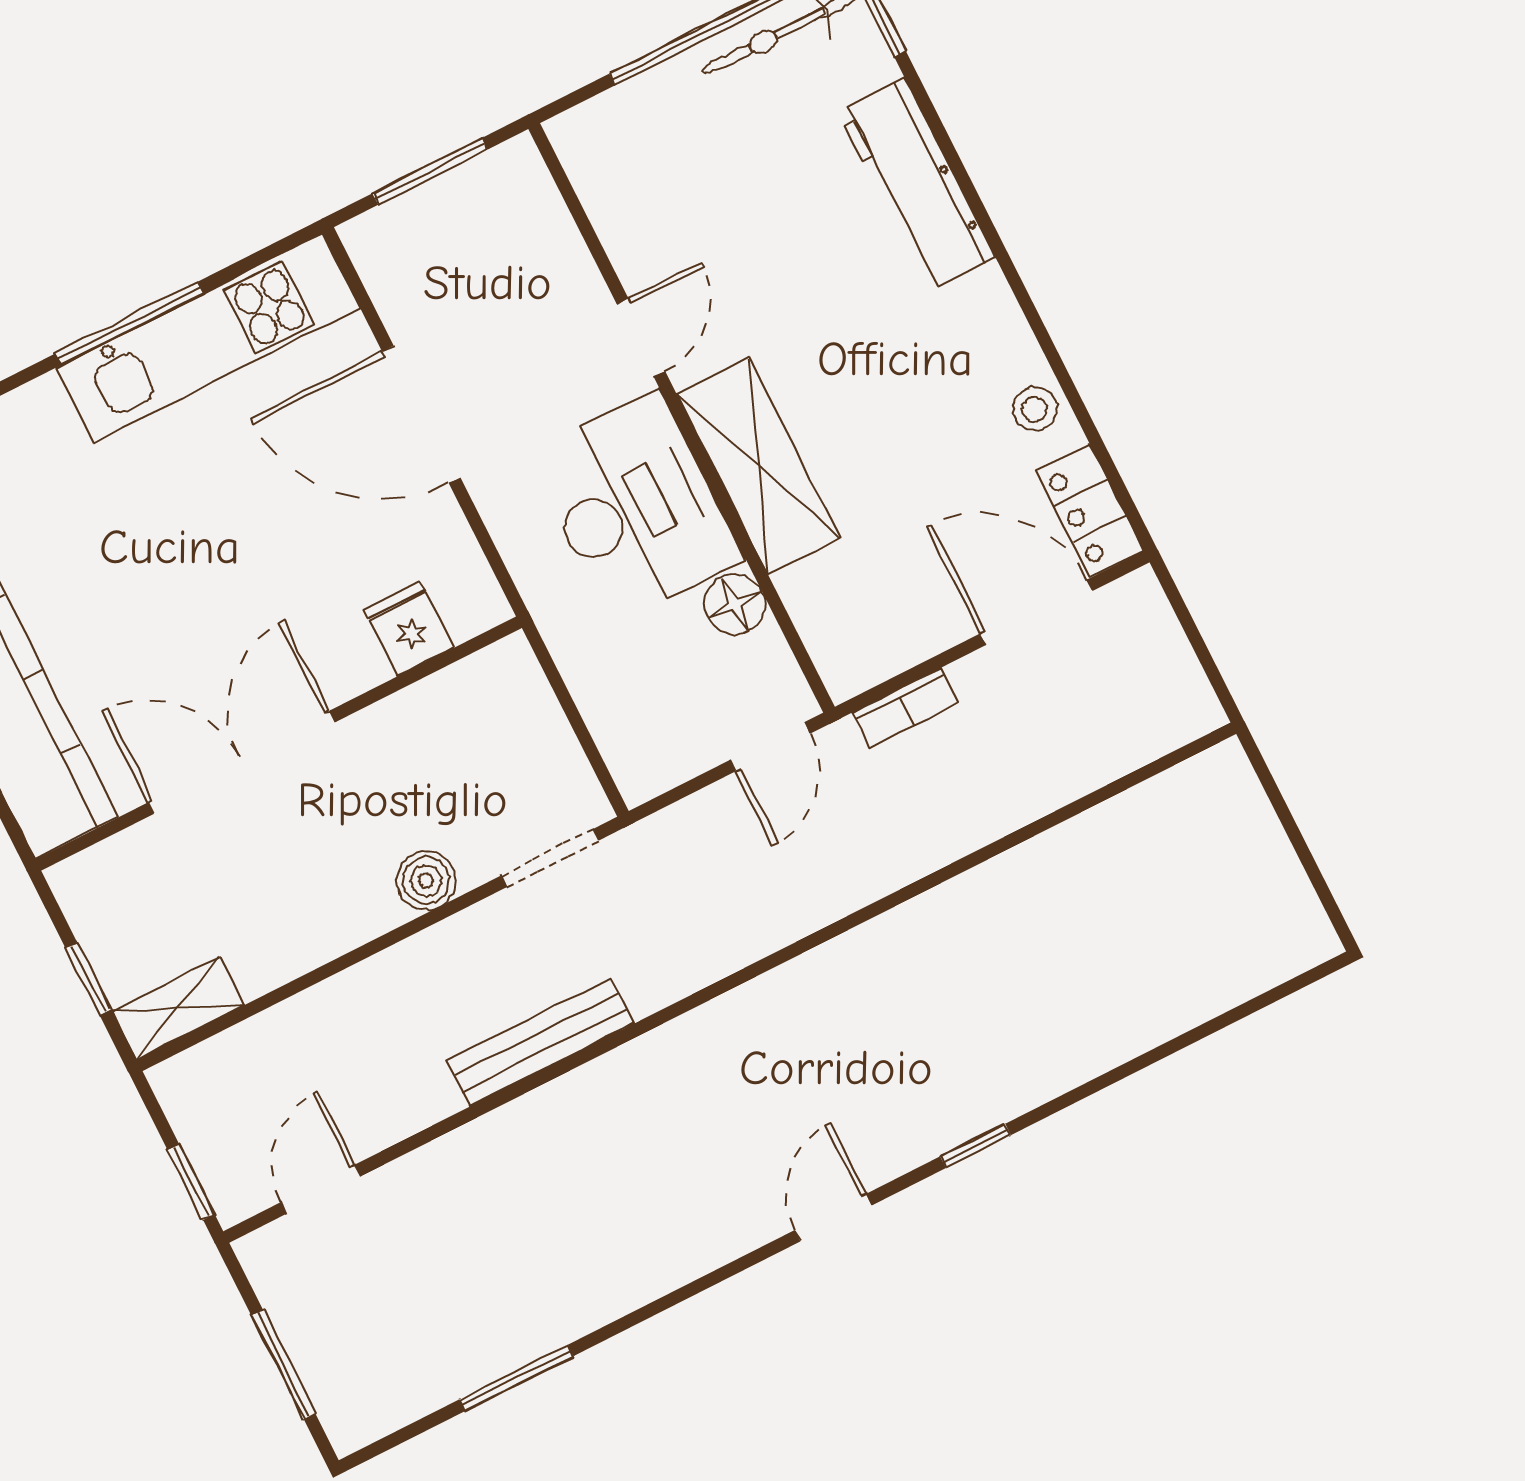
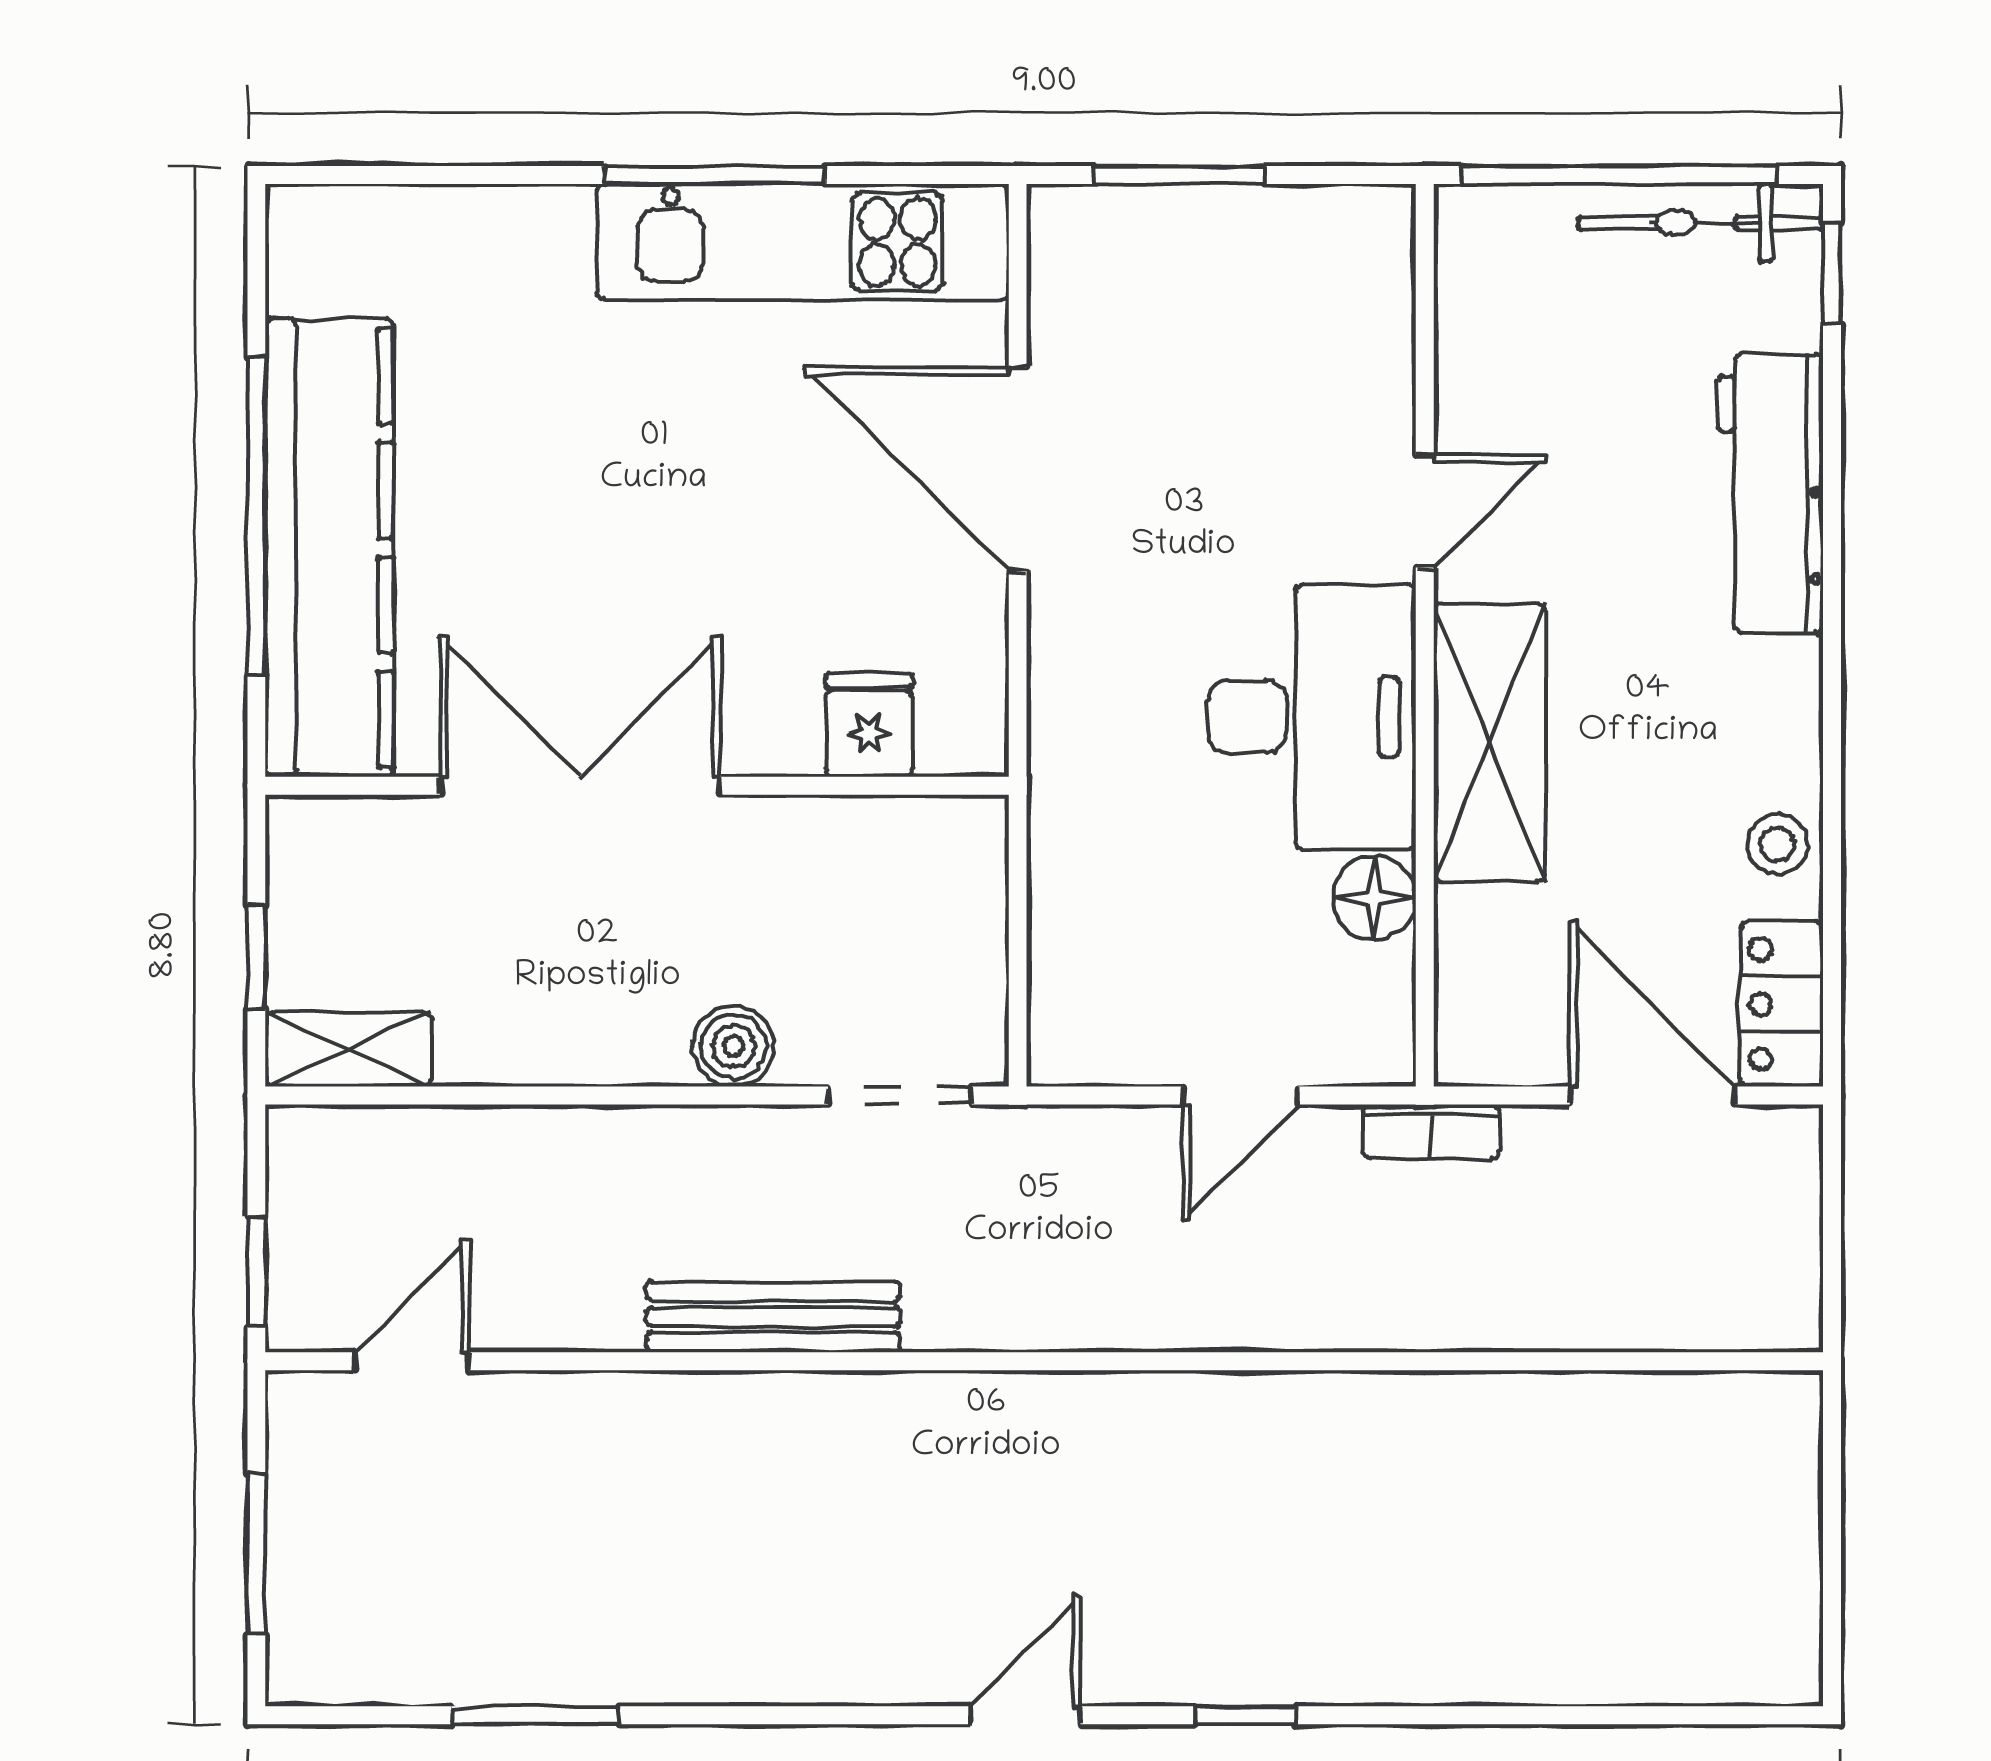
door: (641, 338) -> (1425, 511), moved
wall: (682, 418) -> (1425, 635), moved
shelving: (758, 466) -> (1489, 743), moved
desk: (635, 508) -> (1312, 717), moved
floor lamp: (735, 604) -> (1374, 898), moved

